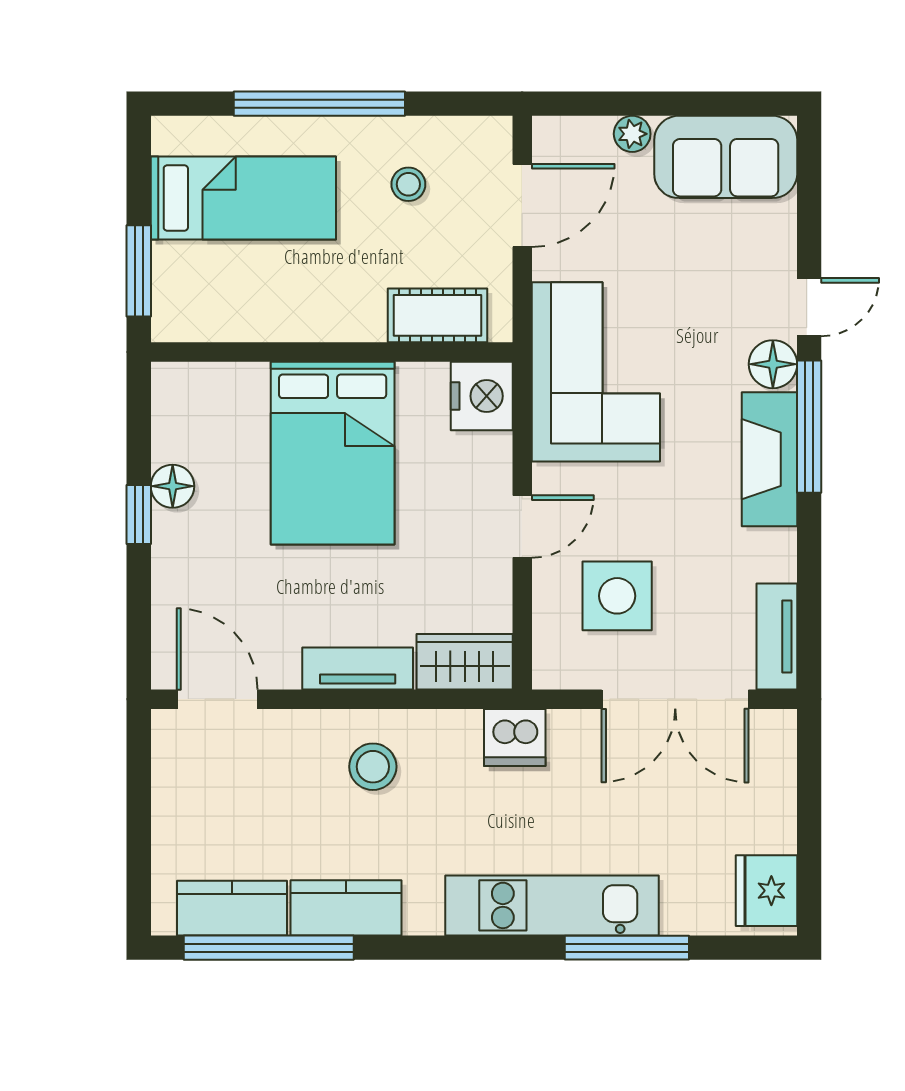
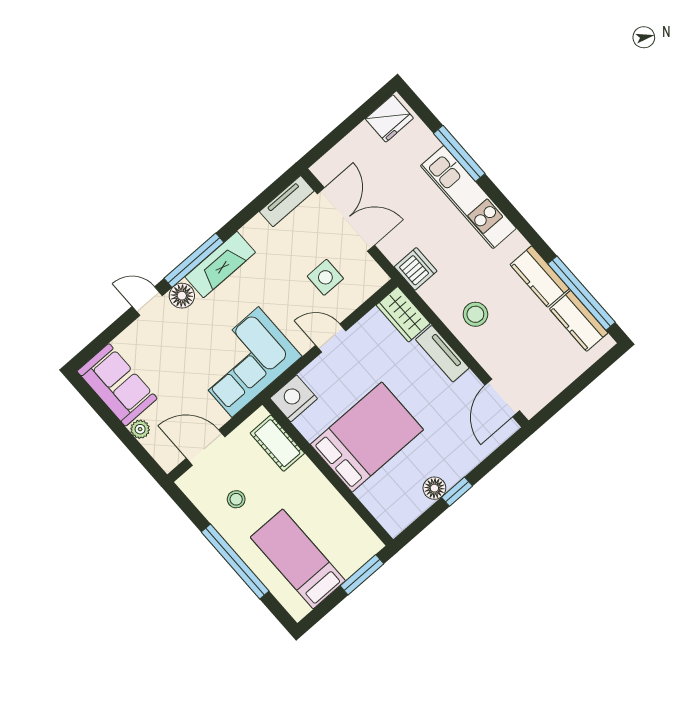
side table: (617, 596) -> (325, 277), width x0.73, depth x0.73

